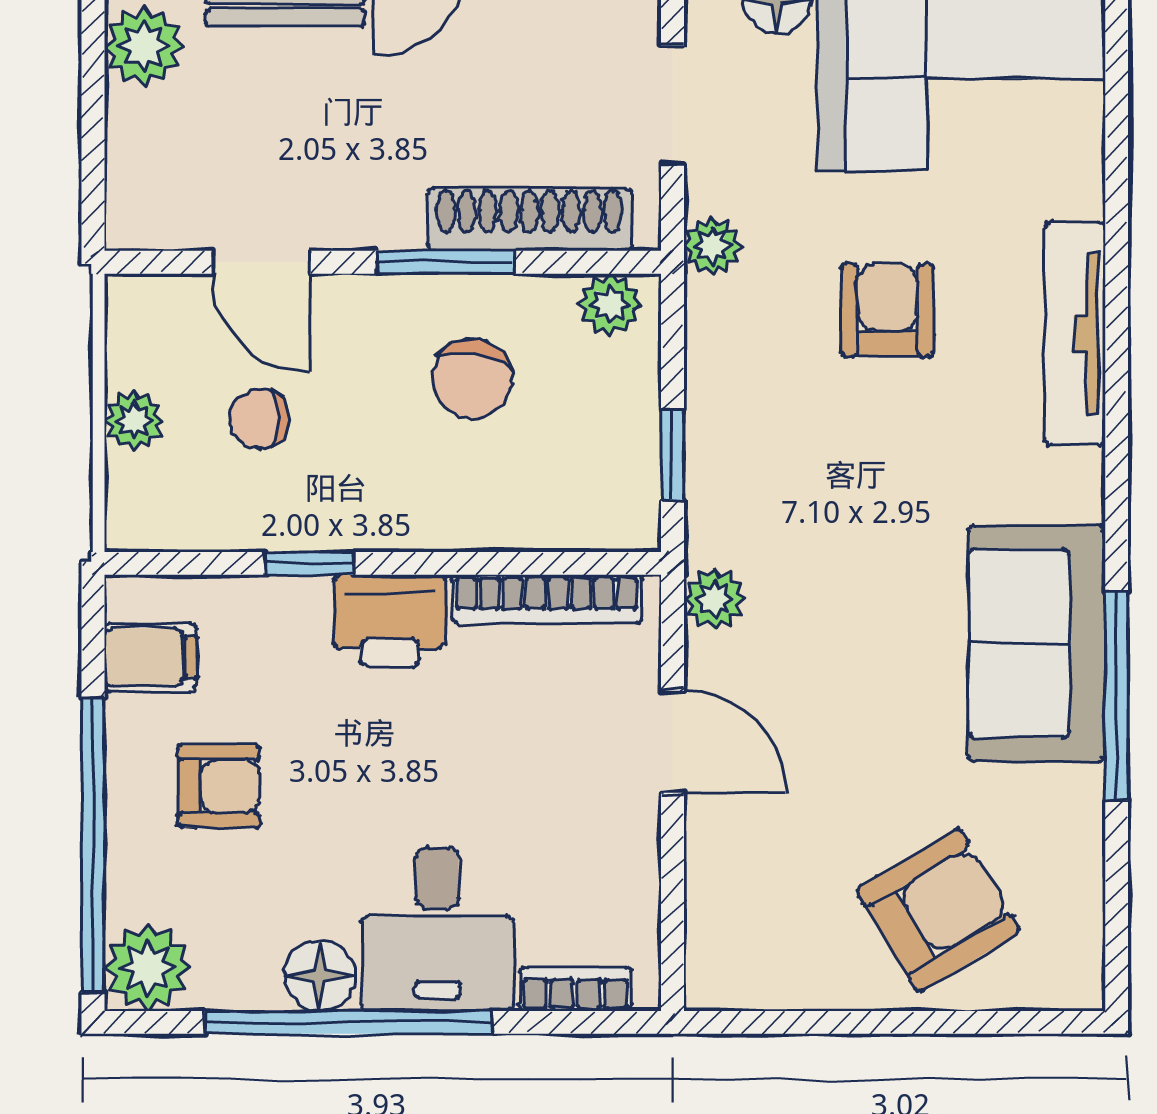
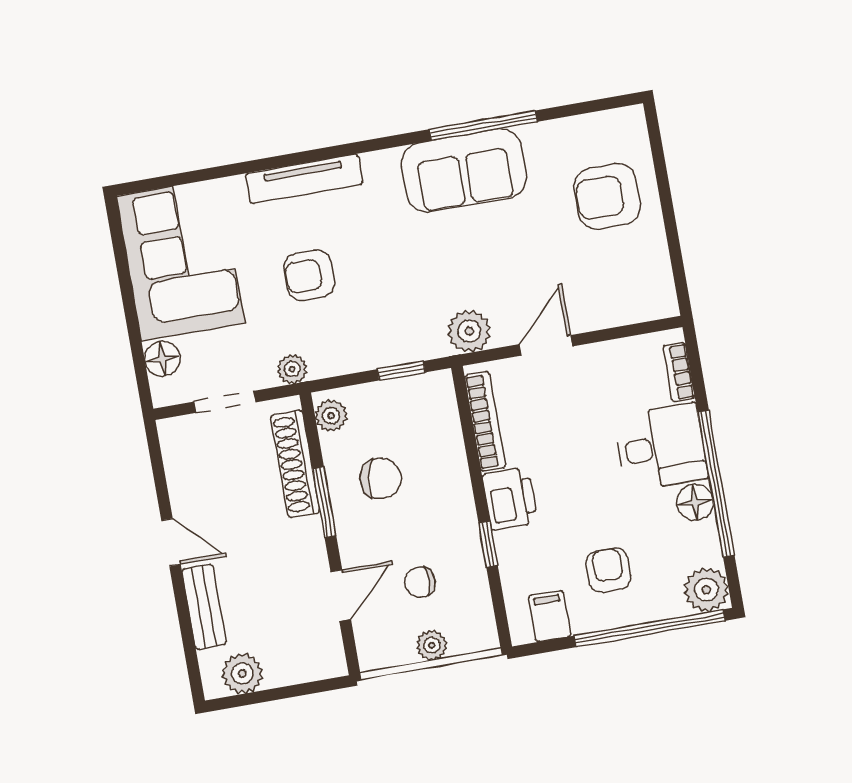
chair: (260, 419) -> (420, 582), turned 90
plant: (714, 599) -> (469, 331), width x1.38, depth x1.38
armchair: (938, 910) -> (607, 196), turned -59

